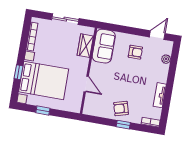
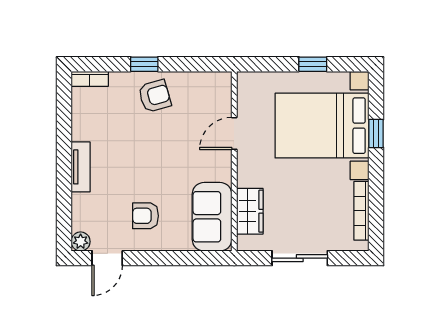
plant: (166, 59) -> (81, 242), moved
door: (86, 84) -> (234, 133), hinge flipped
tv unit: (160, 95) -> (81, 167), moved

